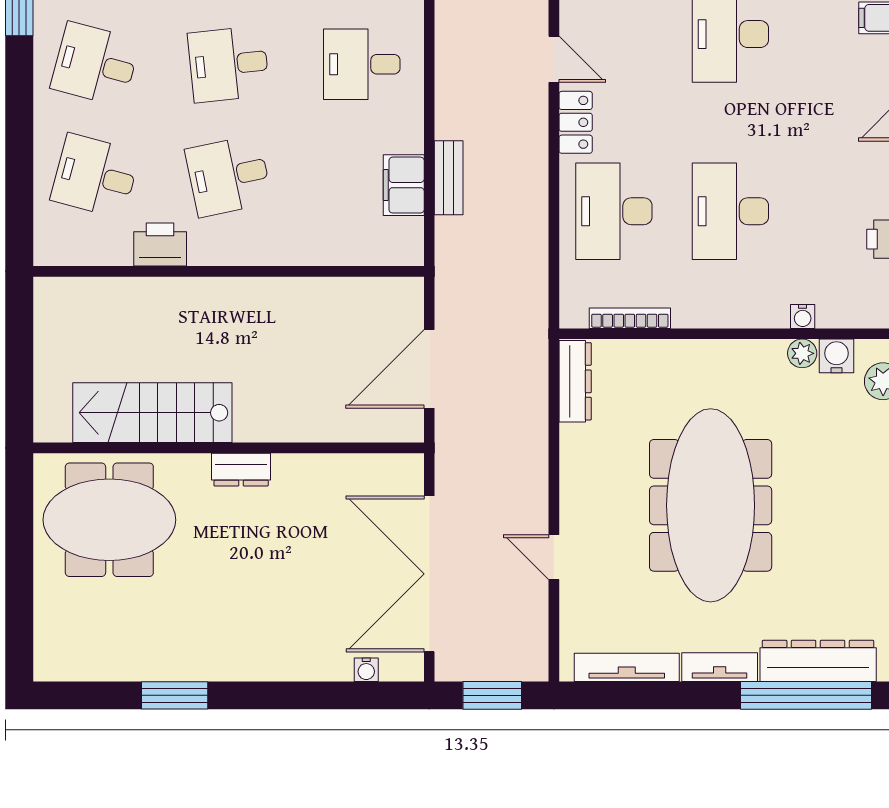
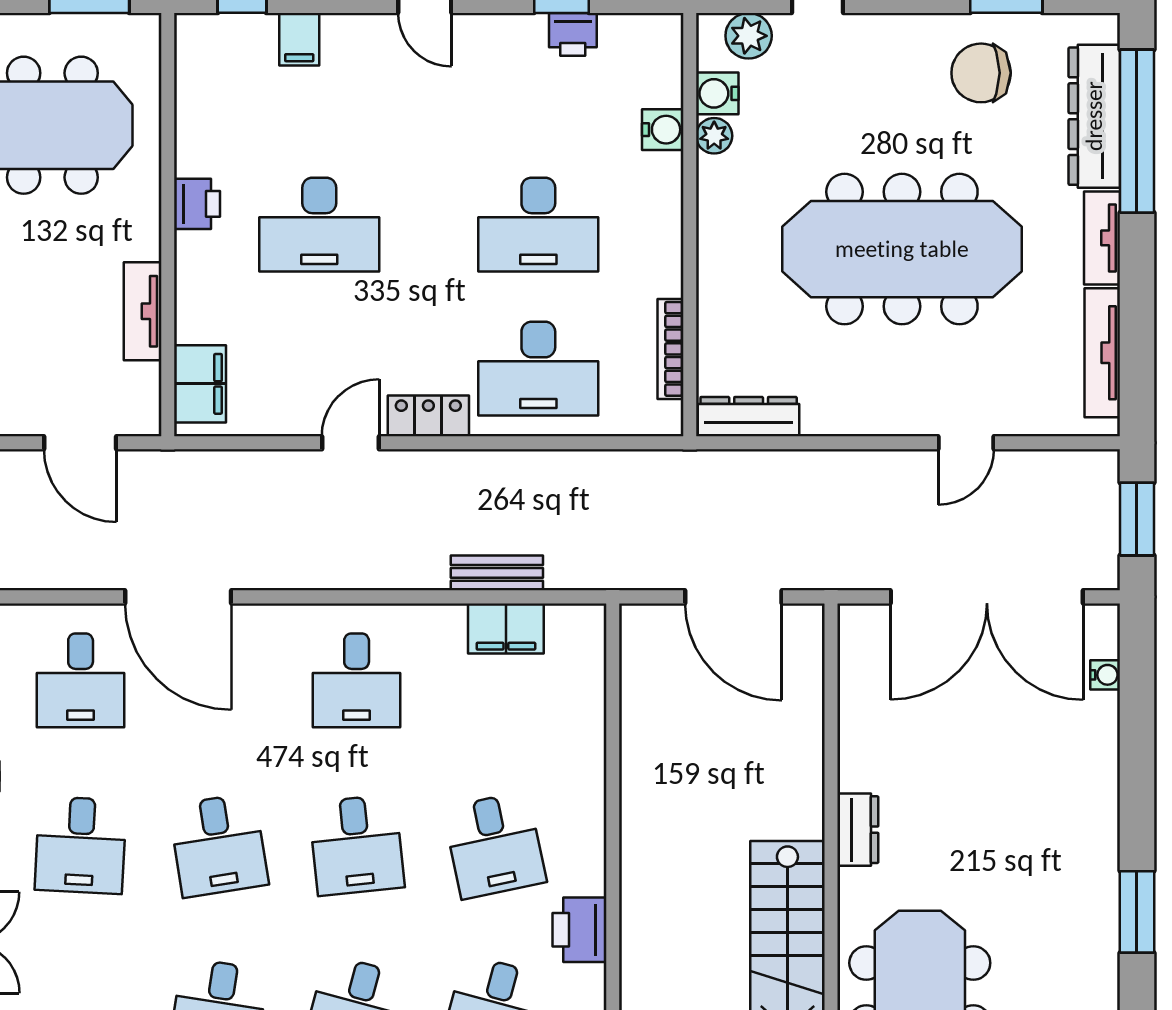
water cooler: (803, 316) -> (663, 130), width x1.38, depth x1.38
chair: (853, 569) -> (981, 73), added

